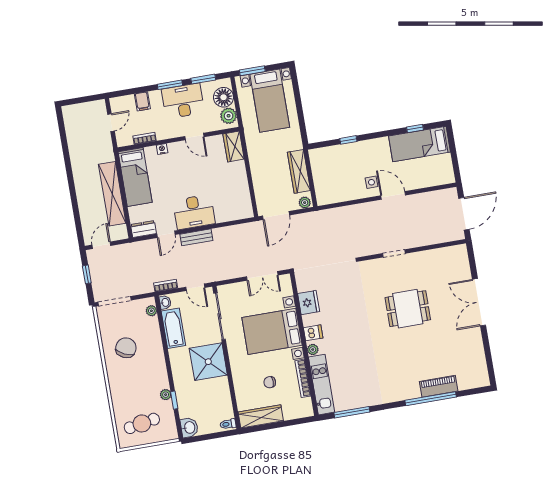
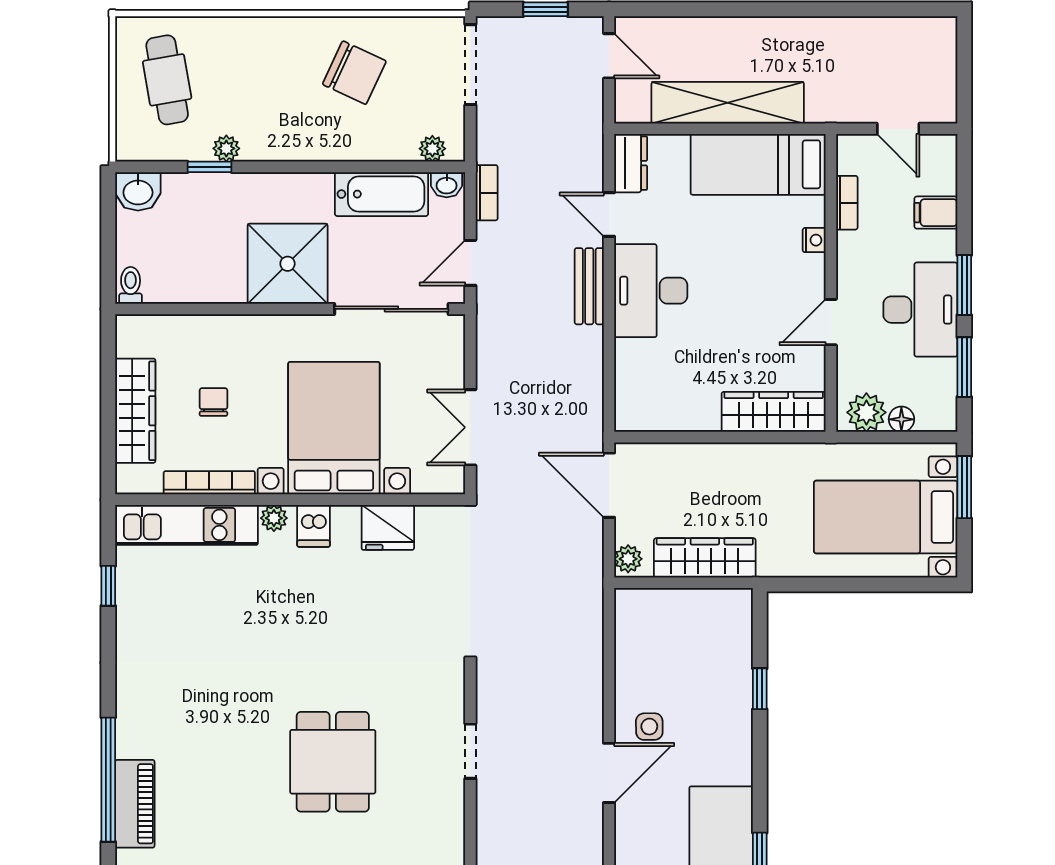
floor lamp: (223, 97) -> (901, 419), width x0.53, depth x0.53
wardrobe: (234, 146) -> (774, 412), width x1.50
window: (352, 412) -> (108, 586), width x0.46
wardrobe: (261, 416) -> (135, 411), moved

